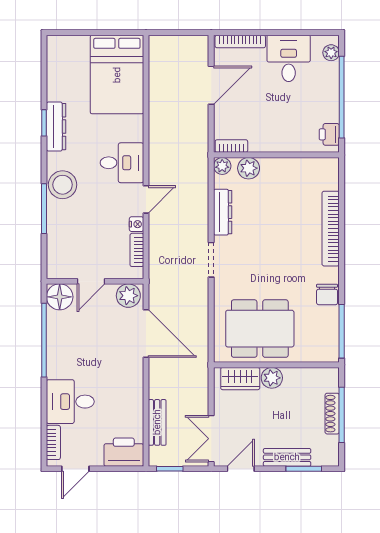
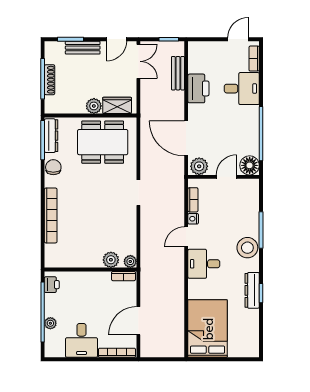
plant: (331, 53) -> (50, 323), moved
dresser: (223, 212) -> (51, 136), moved, turned 180
printer: (124, 452) -> (198, 88), moved, turned -90

